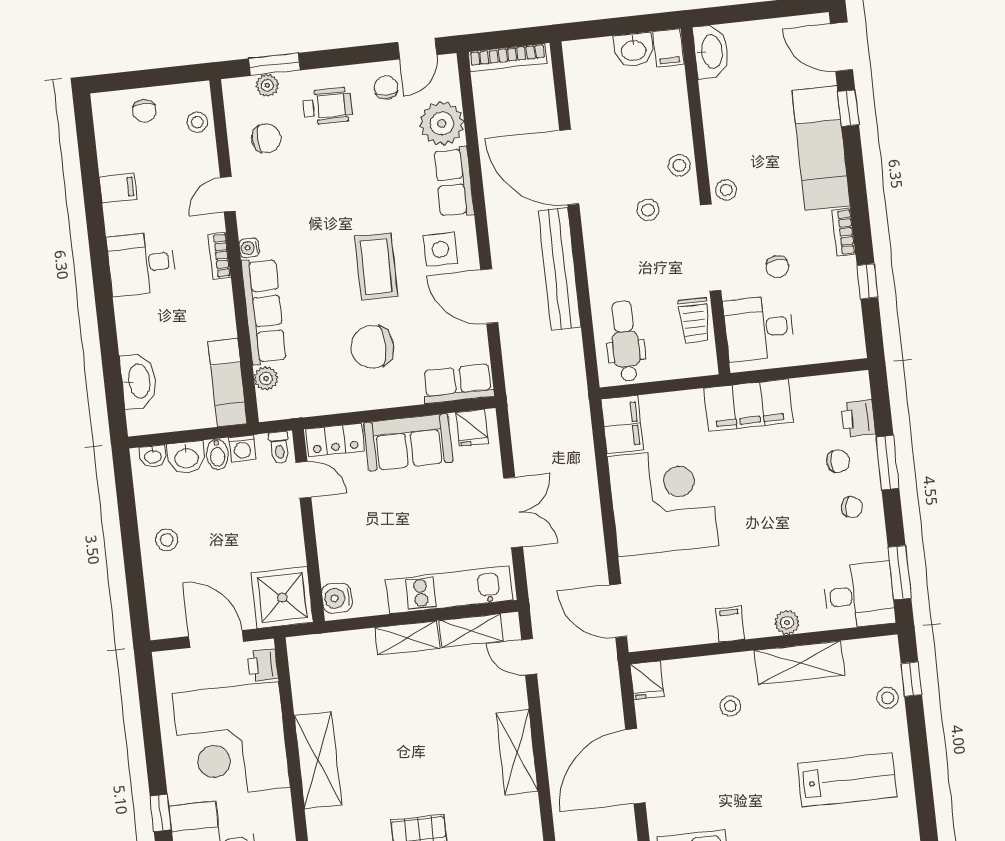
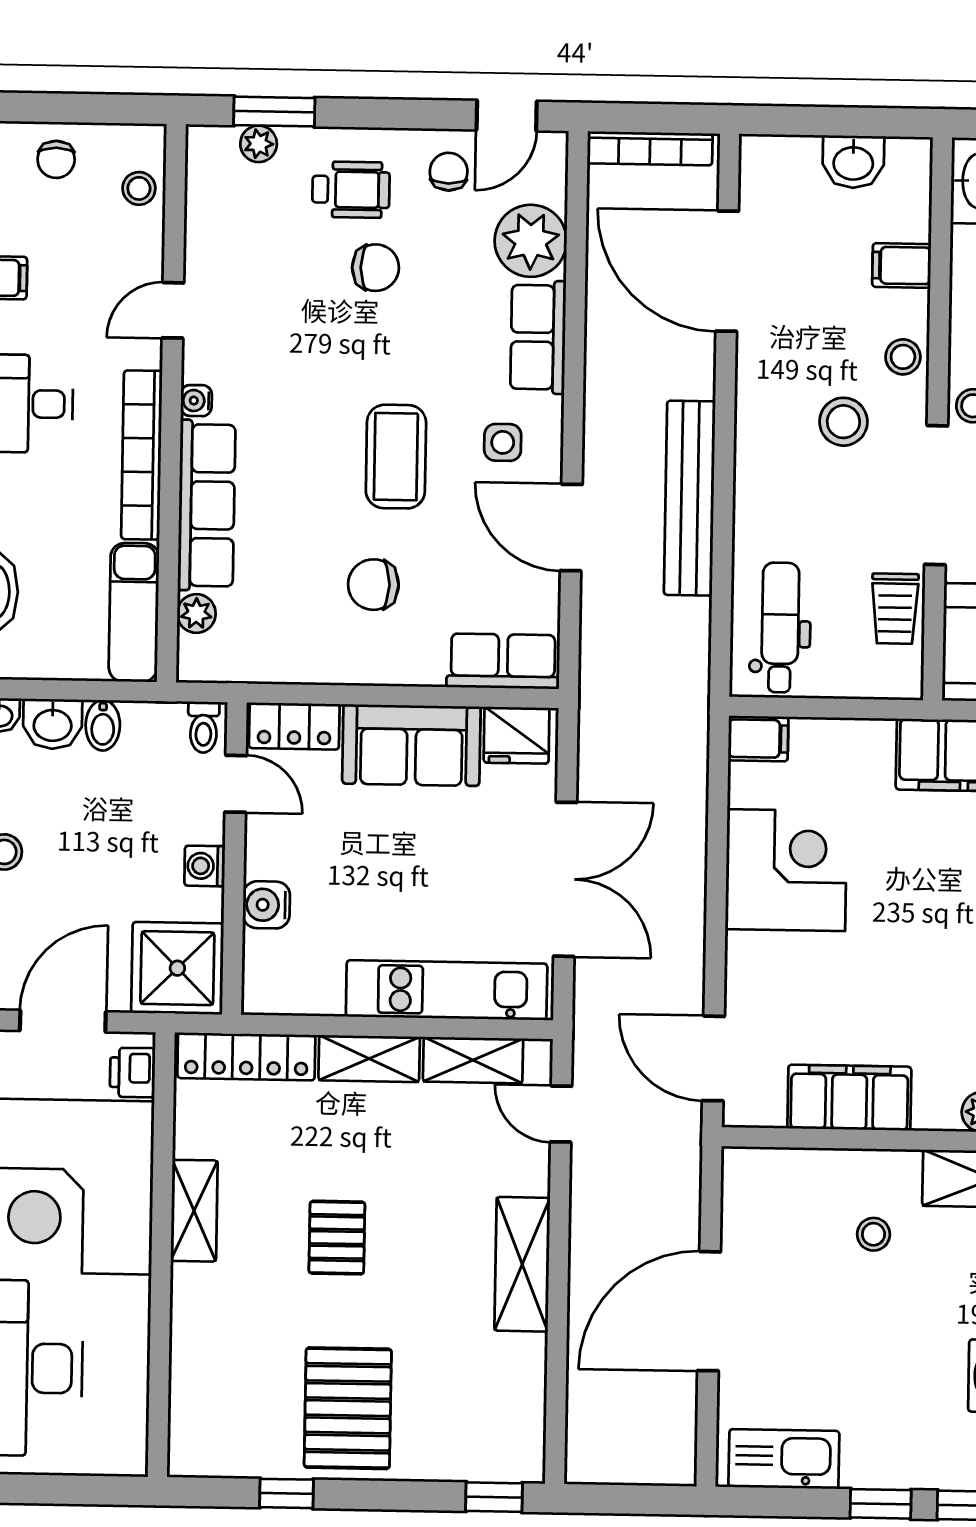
filing cabinet: (668, 48) -> (902, 265), moved, turned 90
chair: (266, 138) -> (376, 268), moved
door: (569, 167) -> (727, 271), moved
stool: (648, 210) -> (843, 422), width x1.37, depth x1.37
side table: (440, 249) -> (503, 442), width x0.73, depth x0.73
bookcase: (220, 256) -> (142, 455), width x2.31, depth x1.31
chair: (372, 347) -> (373, 585), width x0.73, depth x0.73
filing cabinet: (622, 425) -> (758, 739), width x0.50
fridge: (472, 428) -> (517, 735), width x1.38
washing machine: (242, 448) -> (205, 866), moved, turned 90
corner desk: (663, 501) -> (786, 870), width x0.74, depth x0.74
double door: (513, 513) -> (565, 879), width x1.37
water cooler: (337, 598) -> (266, 905), moved
filing cabinet: (730, 624) -> (849, 1098), width x3.00, depth x1.17
door: (216, 639) -> (63, 1021), hinge flipped
locker: (331, 646) -> (246, 1057), added
fridge: (647, 680) -> (745, 1176), removed
pallet: (401, 750) -> (337, 1238), added
shelving: (318, 760) -> (194, 1211), width x0.67, depth x0.75

